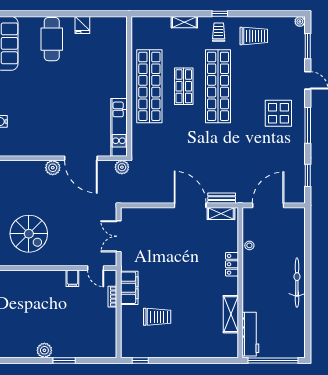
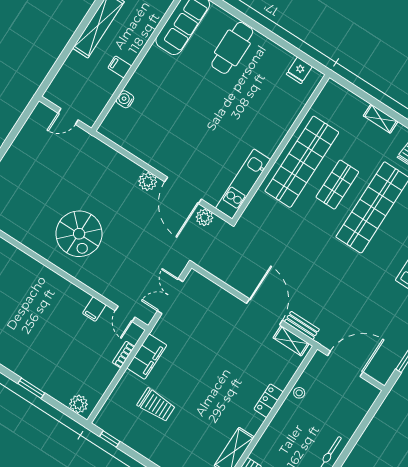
fridge: (82, 25) -> (299, 70), moved
plant: (122, 167) -> (204, 217), moved
plant: (44, 350) -> (79, 404), moved

